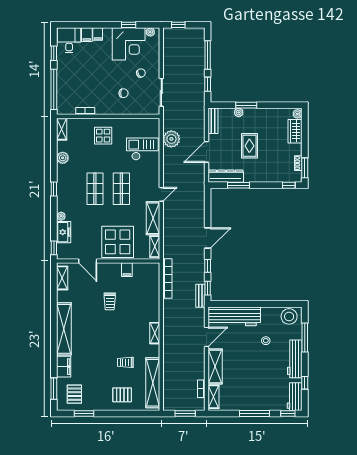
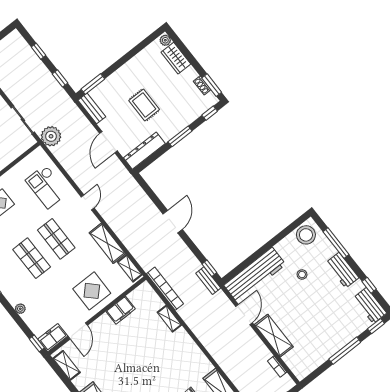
window: (208, 55) -> (39, 51), width x0.46
window: (246, 105) -> (93, 84), moved
plant: (239, 112) -> (110, 82), removed
plant: (171, 139) -> (51, 136), moved
checkout: (142, 149) -> (47, 187), turned -90
window: (238, 185) -> (180, 136), moved
door: (161, 194) -> (88, 202), moved
freezer: (64, 232) -> (53, 338), moved, turned -90
display table: (118, 242) -> (92, 291), width x0.73, depth x0.73
door: (88, 261) -> (78, 331), hinge flipped
window: (208, 266) -> (193, 247), removed
filing cabinet: (127, 270) -> (121, 310), width x2.00
trolley: (110, 301) -> (128, 352), removed
shelving: (155, 333) -> (169, 319), moved
workbench: (295, 359) -> (342, 270), width x0.73
shelving: (213, 397) -> (294, 365), removed

